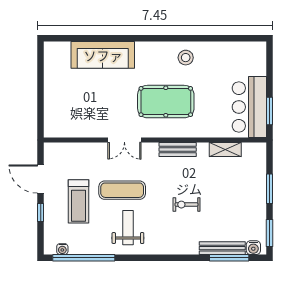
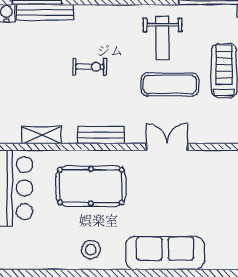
sofa: (103, 55) -> (165, 253), moved
pool table: (166, 102) -> (91, 186), moved

